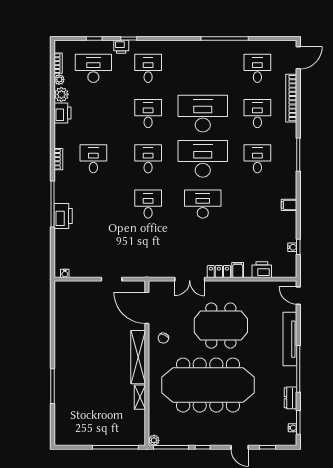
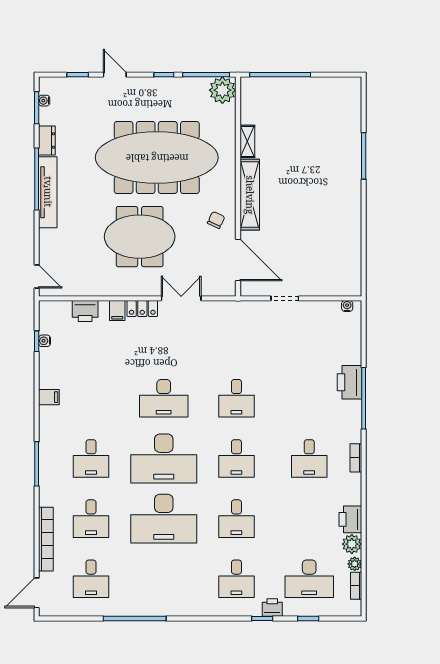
tv unit: (290, 339) -> (48, 192), moved
plant: (154, 440) -> (222, 90), width x1.87, depth x1.87

